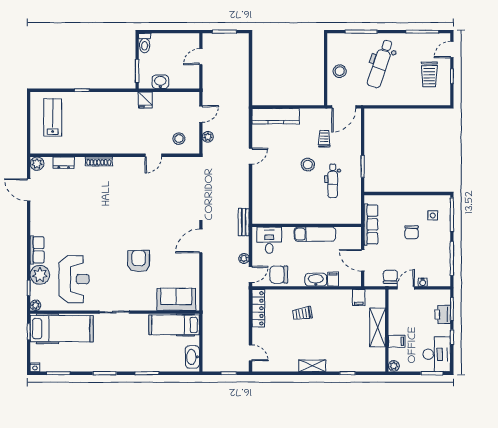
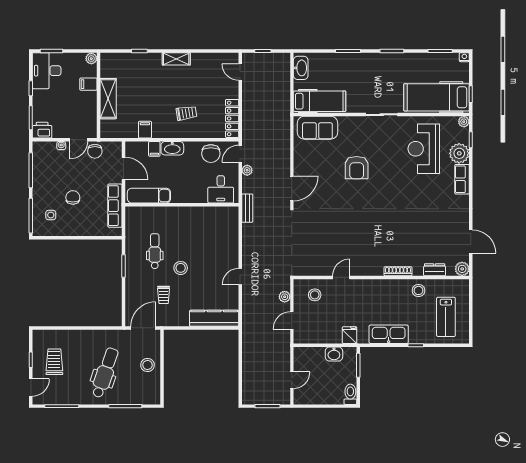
kitchen sink: (108, 101) -> (389, 334), added
stool: (79, 143) -> (418, 290), added
exam couch: (315, 234) -> (149, 196), moved
chair: (279, 275) -> (211, 154), turned 90
filing cabinet: (359, 298) -> (145, 130), moved
printer: (443, 315) -> (42, 130), moved, turned -90

